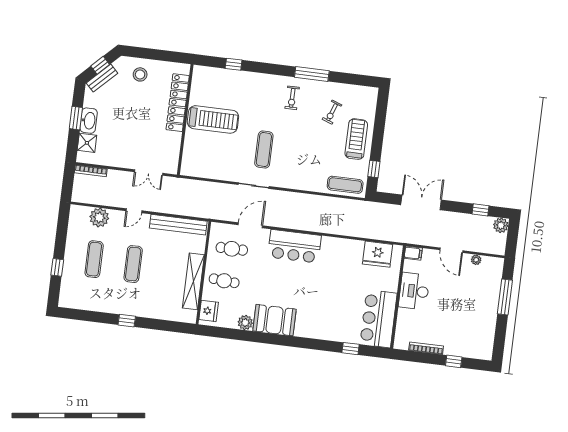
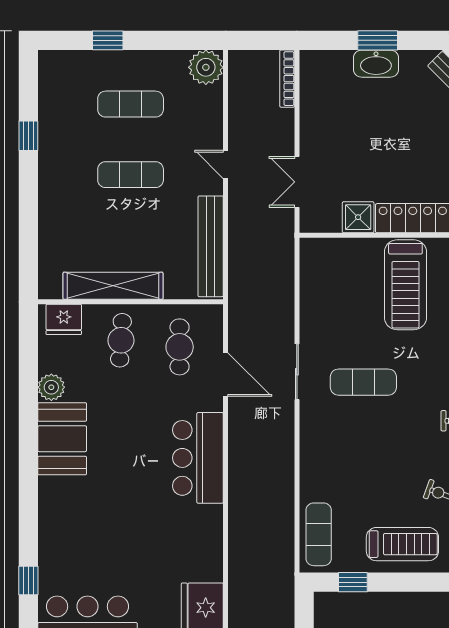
shower: (87, 143) -> (358, 217), moved
plant: (99, 217) -> (206, 67), moved
window: (127, 321) -> (28, 136), moved

